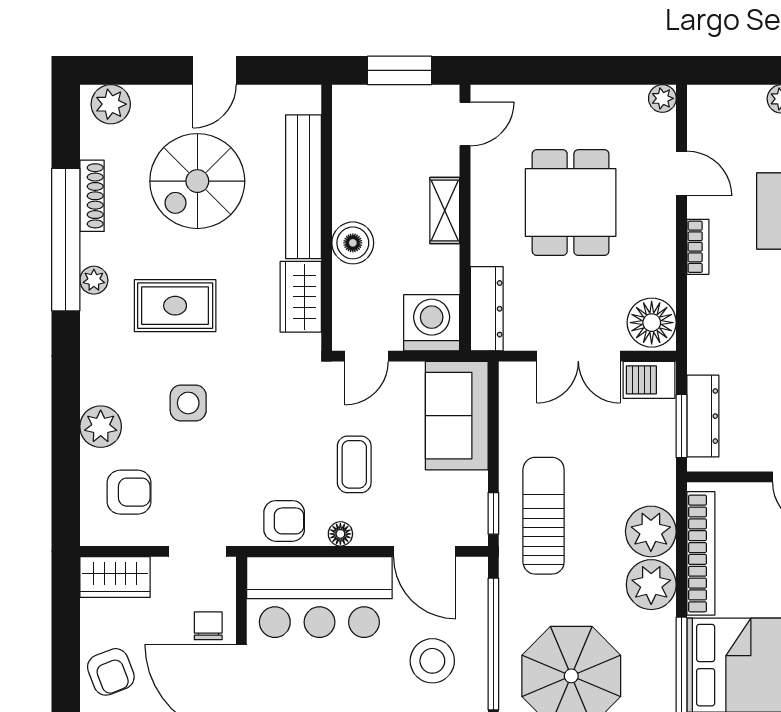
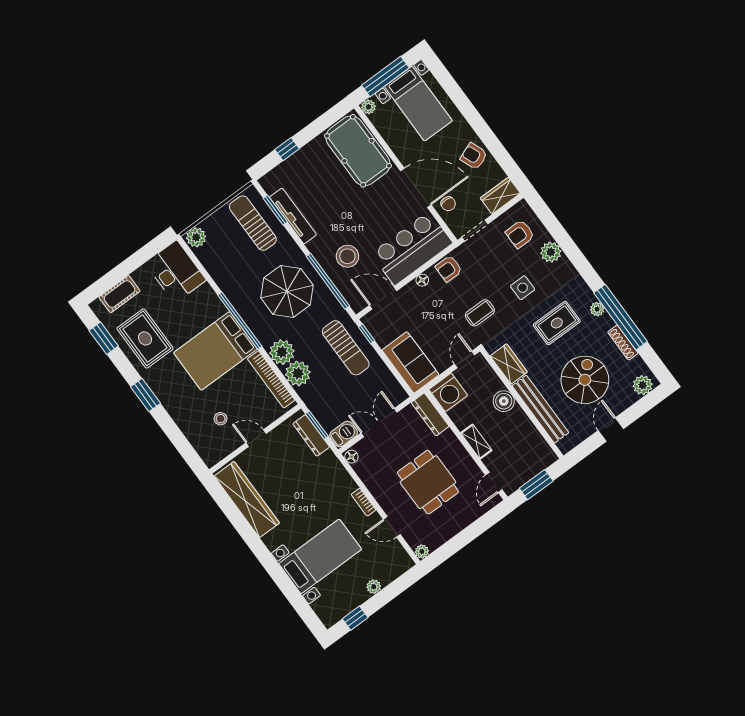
floor lamp: (652, 323) -> (351, 457), width x0.53, depth x0.53
coffee table: (354, 464) -> (480, 313), moved, turned 90

